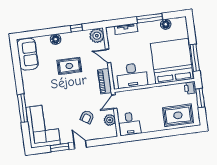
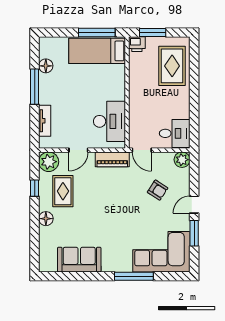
sofa: (28, 54) -> (79, 260), moved
bed: (172, 61) -> (97, 51), width x0.49
rug: (69, 66) -> (63, 191), moved
plant: (110, 120) -> (182, 160), moved

